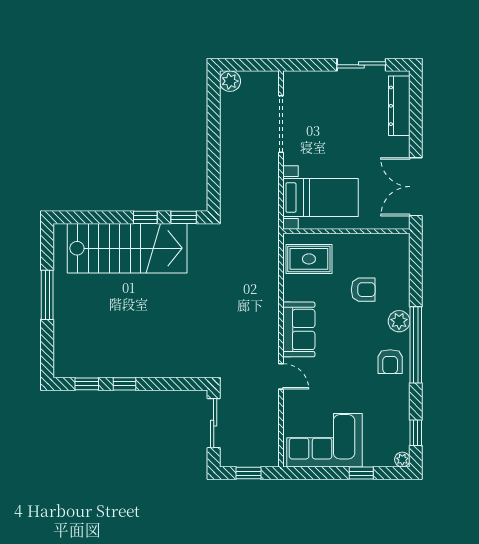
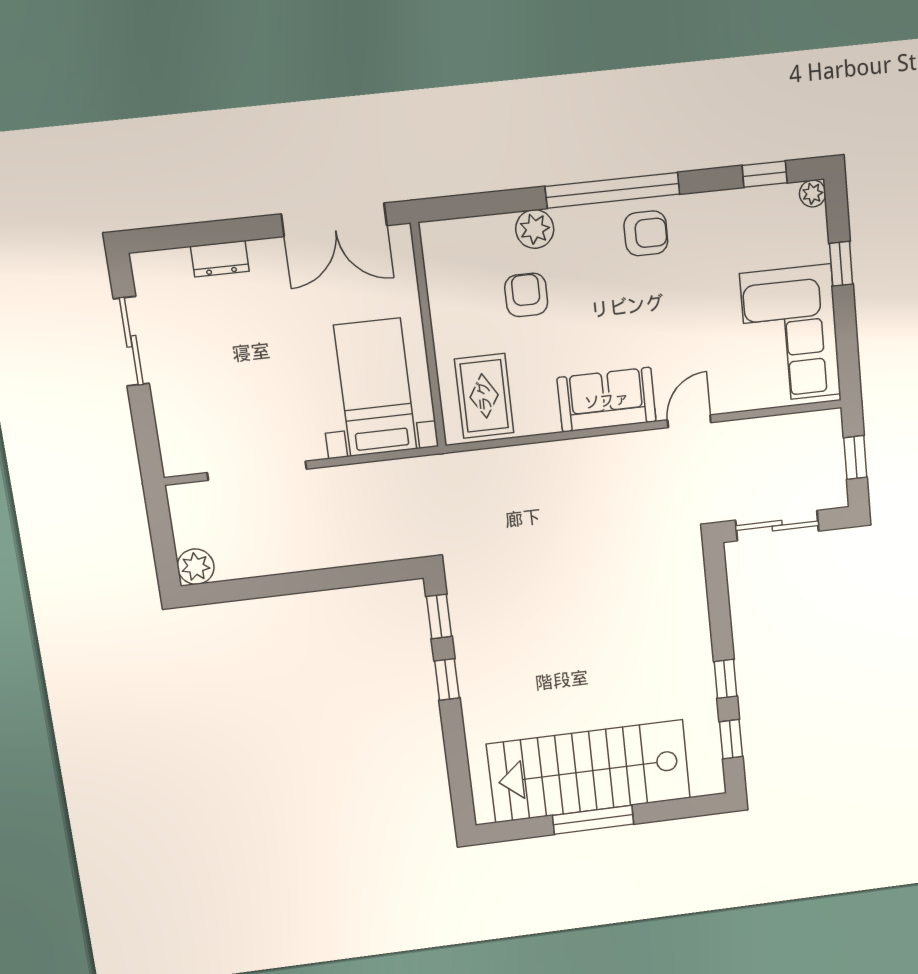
dresser: (399, 106) -> (220, 259), width x0.51, depth x0.80
stairs: (127, 248) -> (589, 771), moved, turned -90
plant: (399, 321) -> (535, 229), moved

